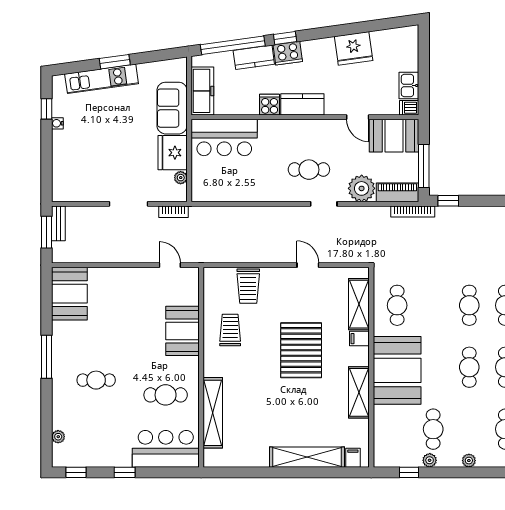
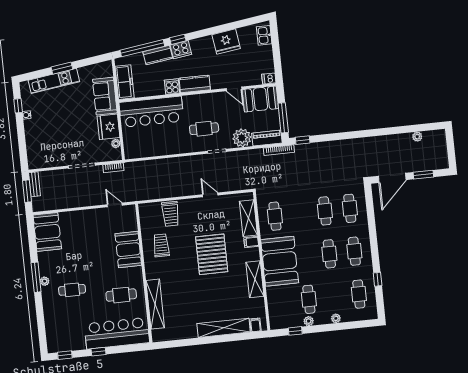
kitchen sink: (409, 86) -> (264, 35), moved
bar counter: (224, 137) -> (151, 112), width x1.36
plant: (58, 437) -> (45, 281), moved
bar counter: (166, 449) -> (117, 333), width x1.36

